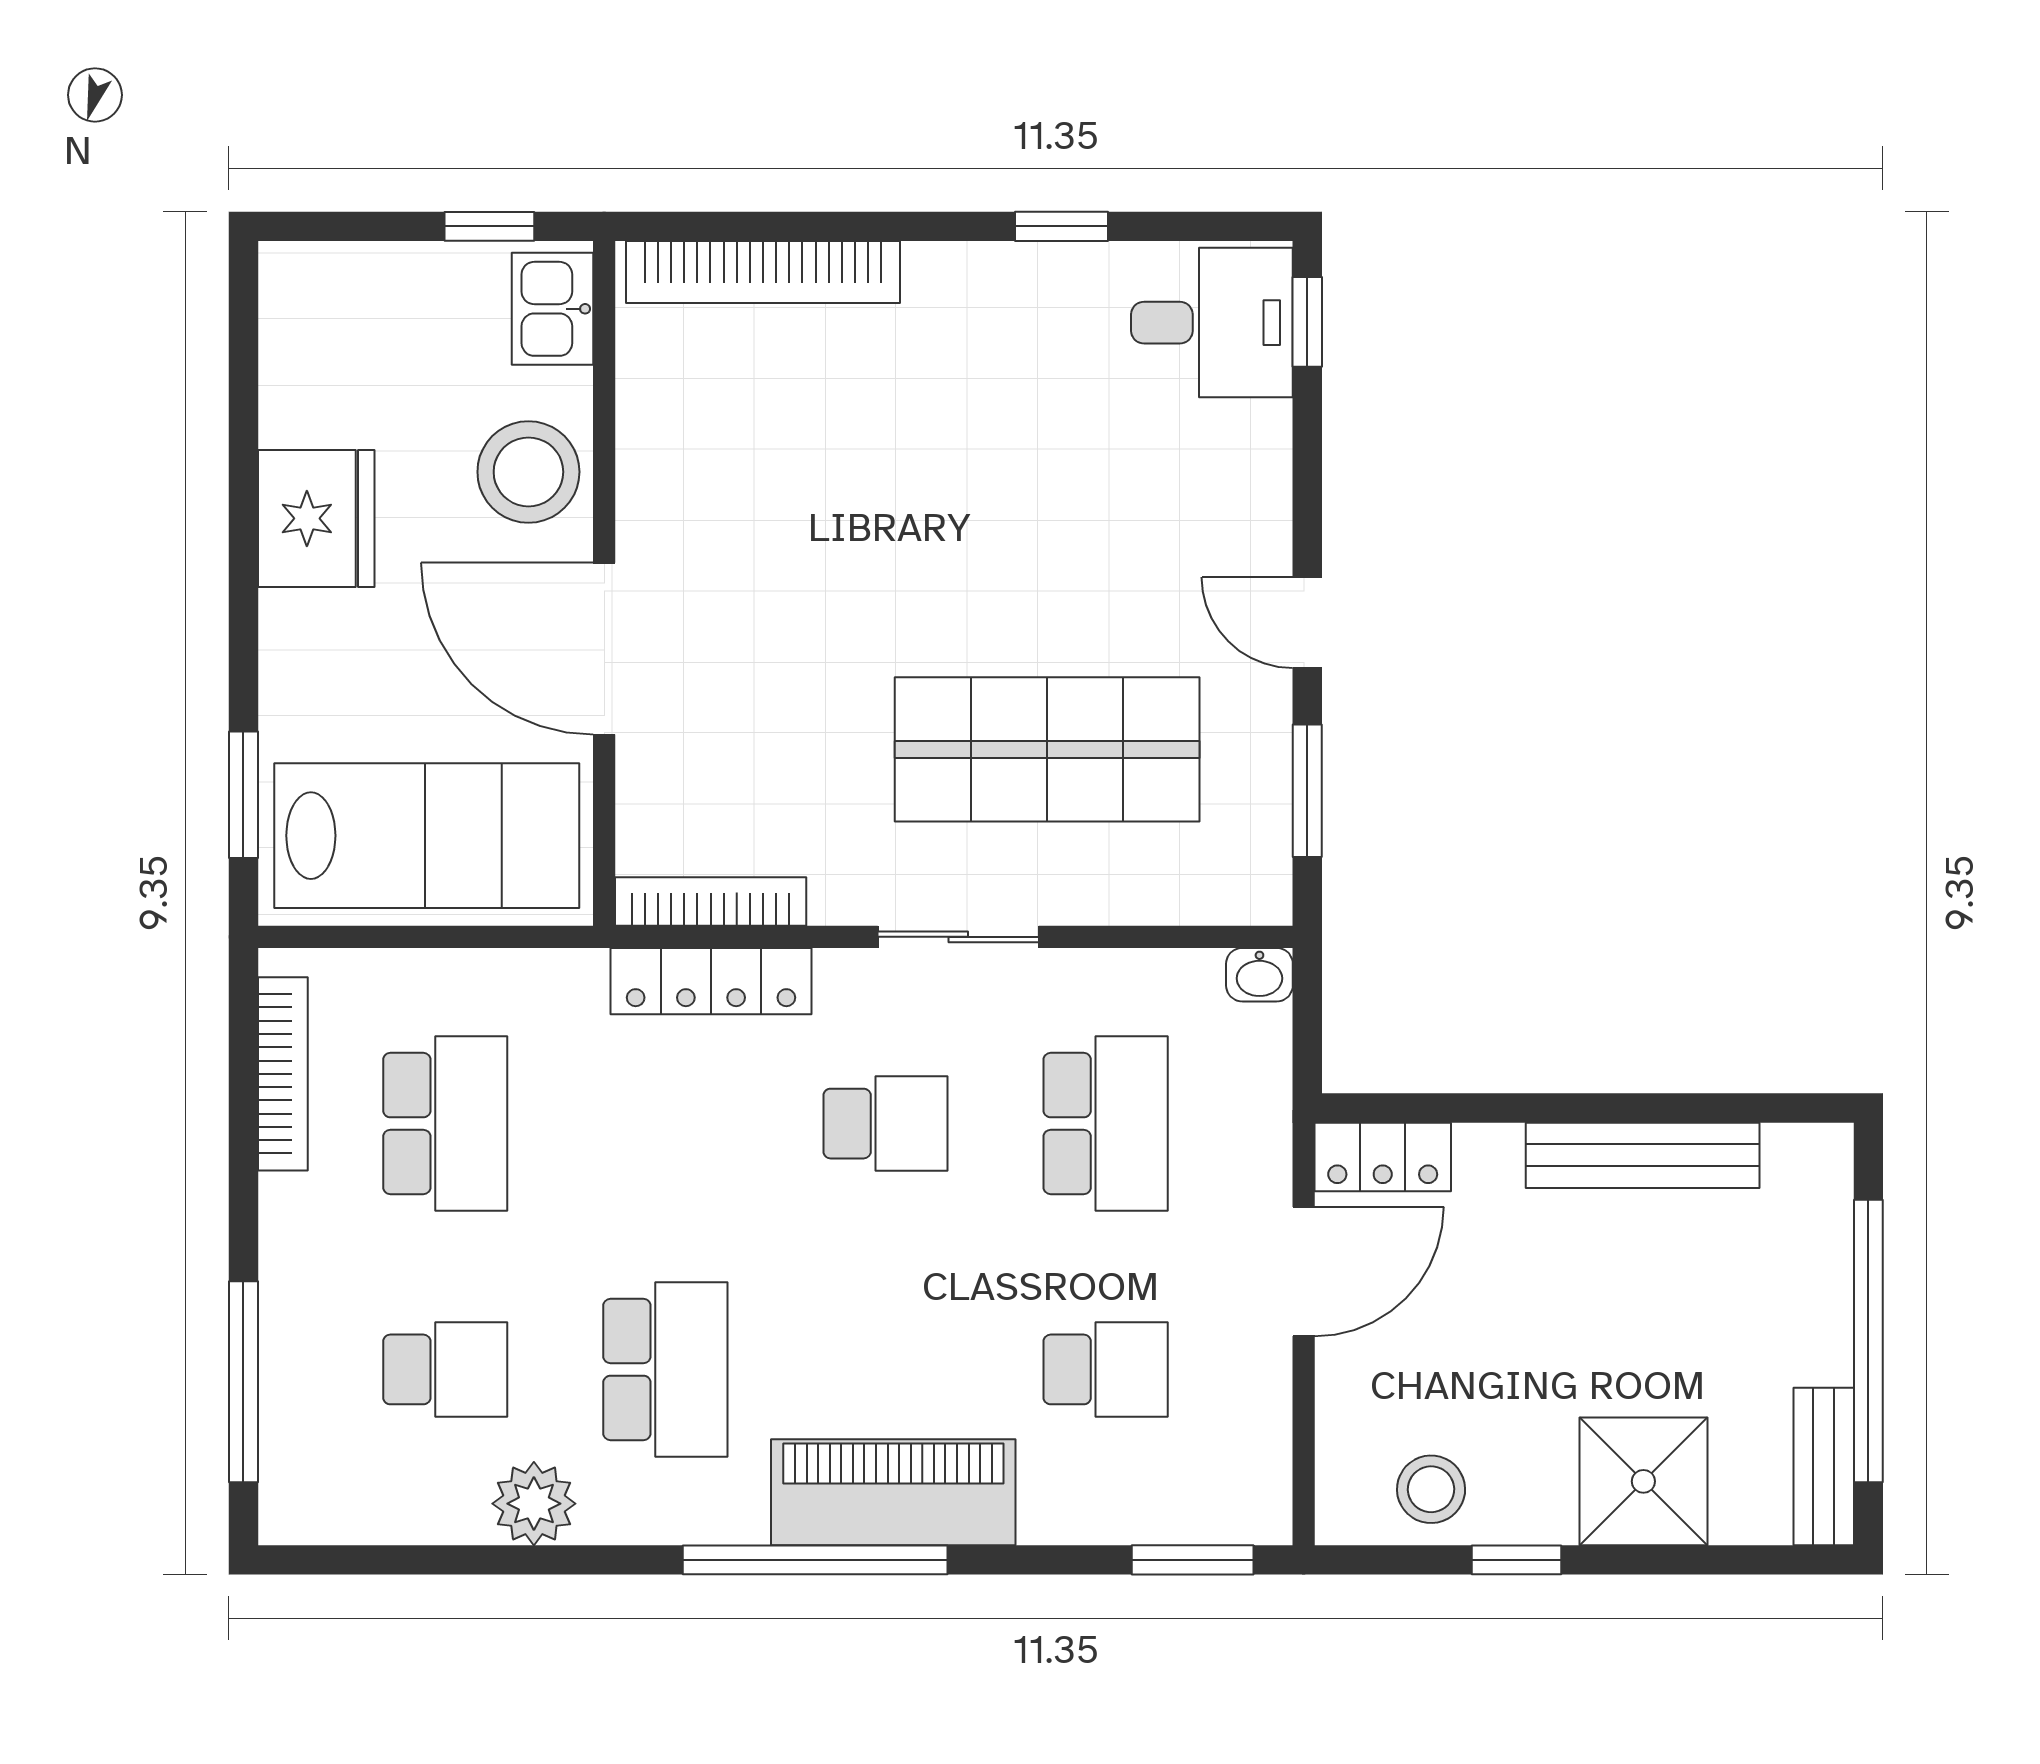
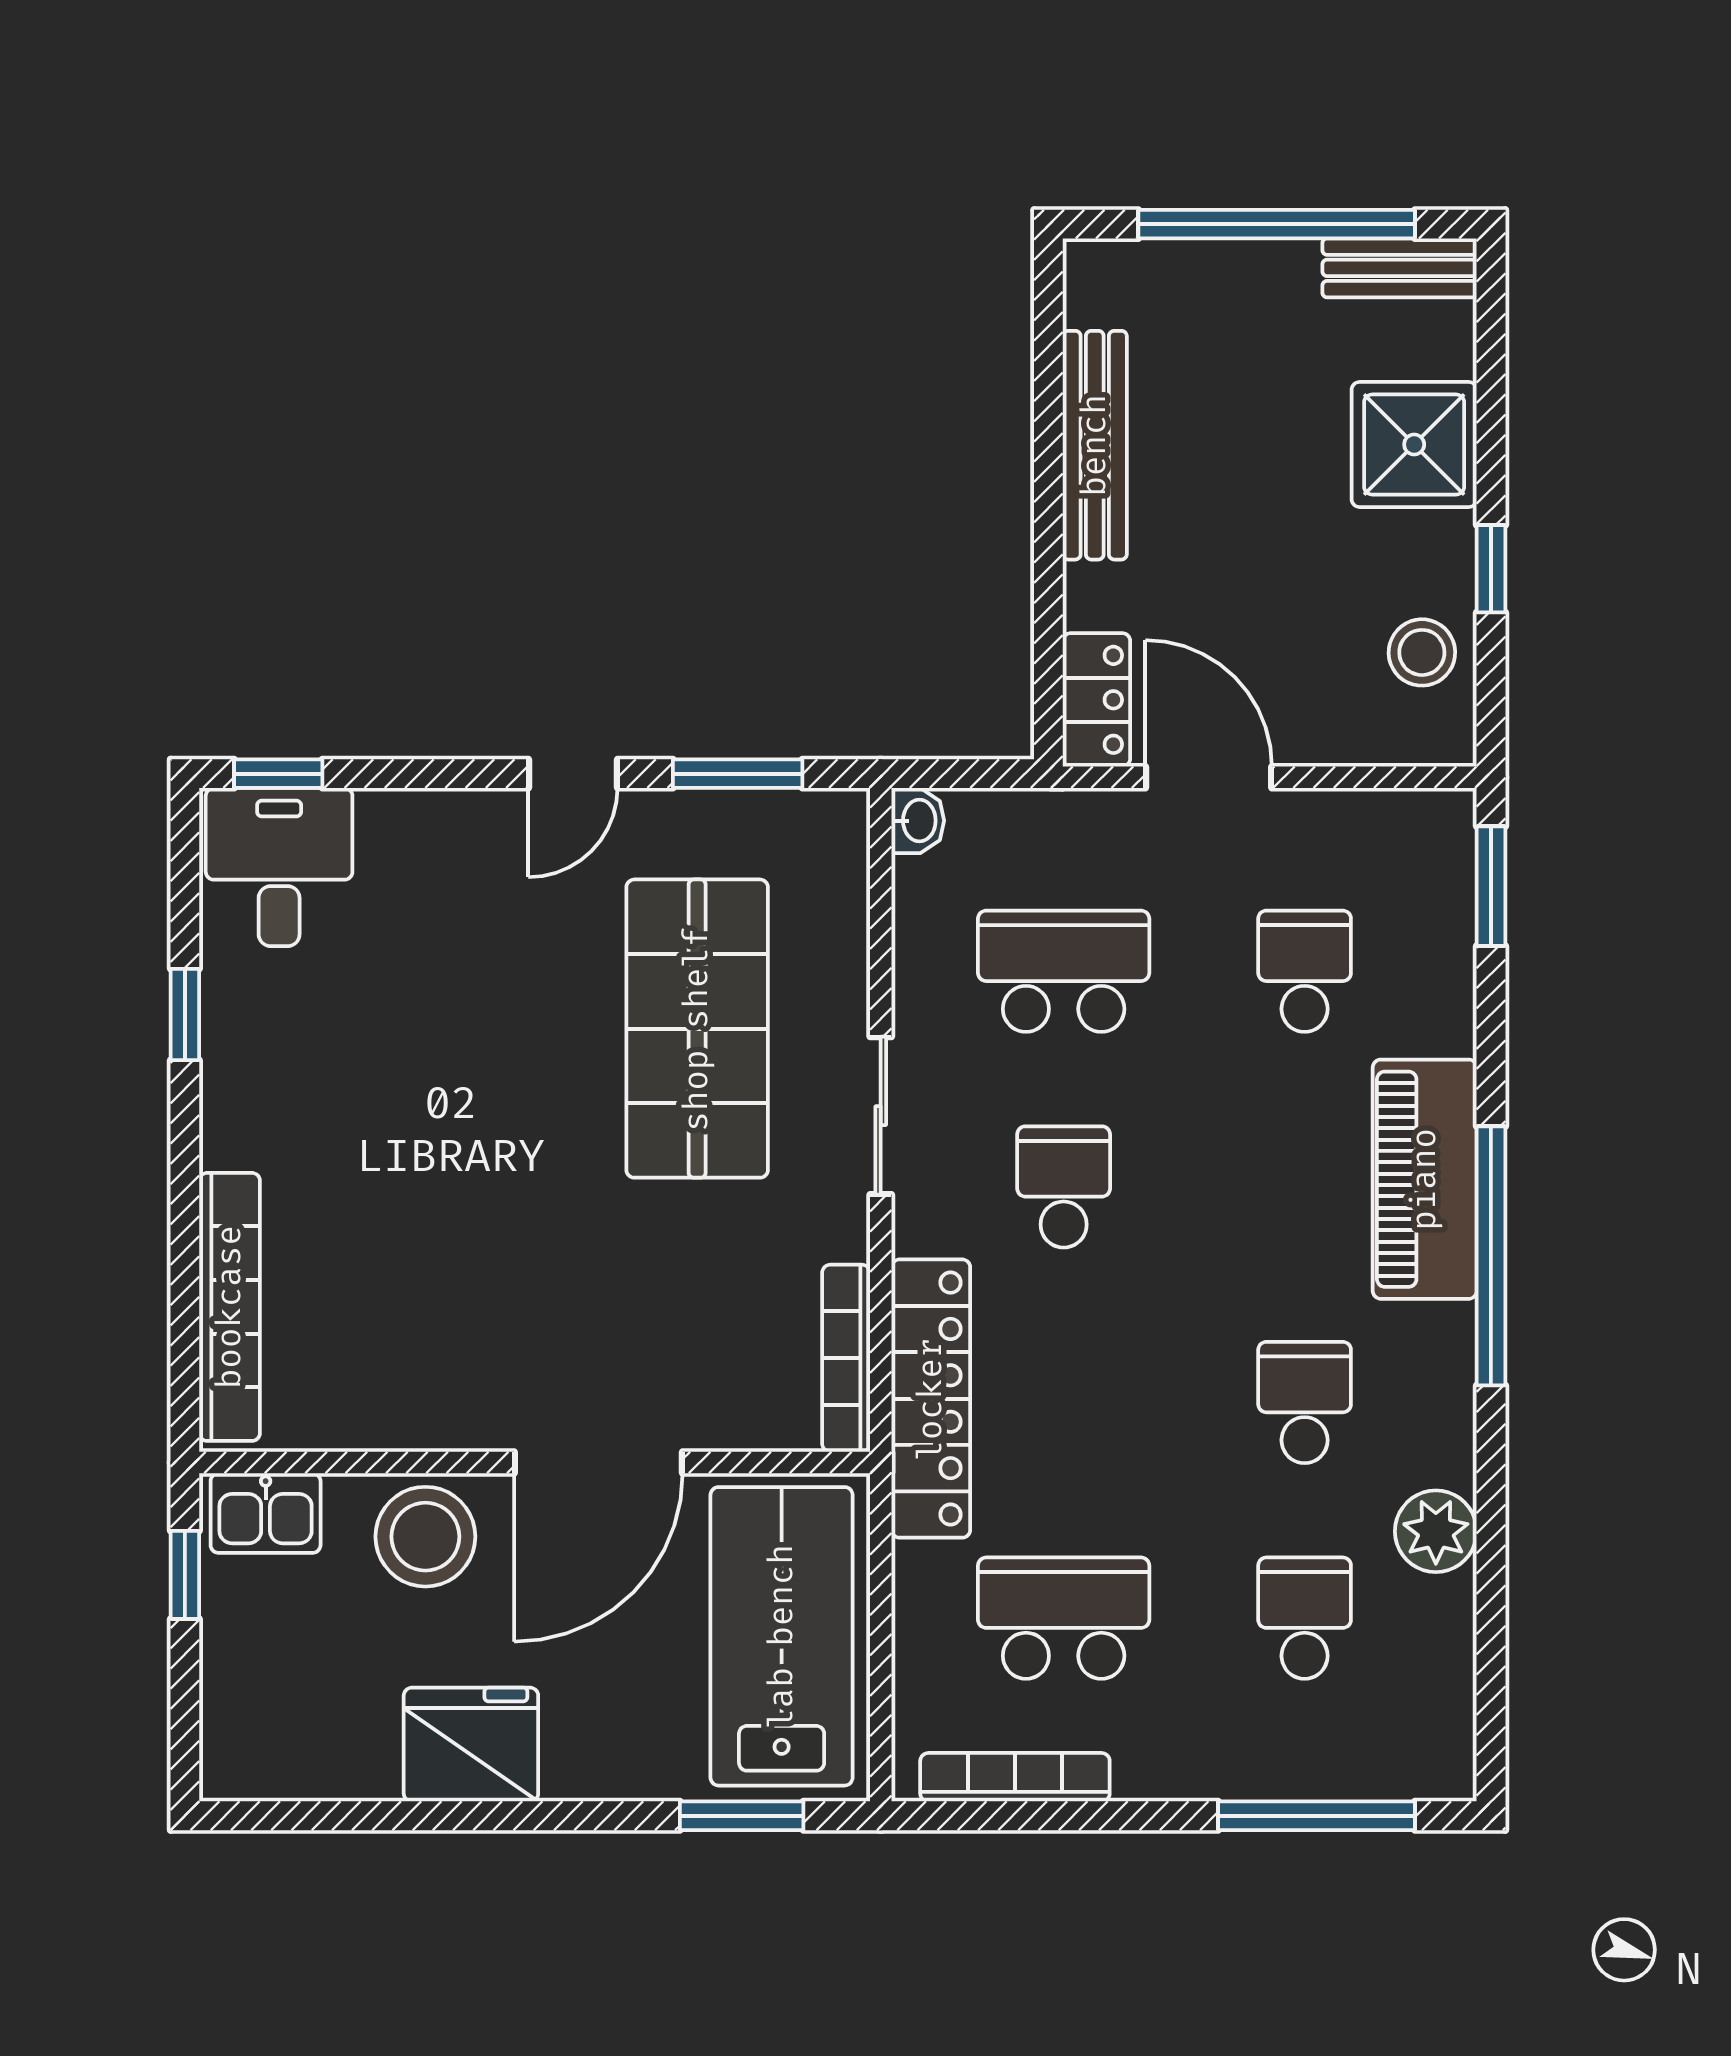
locker: (711, 981) -> (931, 1399), width x1.41, depth x1.21
school desk: (665, 1369) -> (1305, 1403), width x0.54

